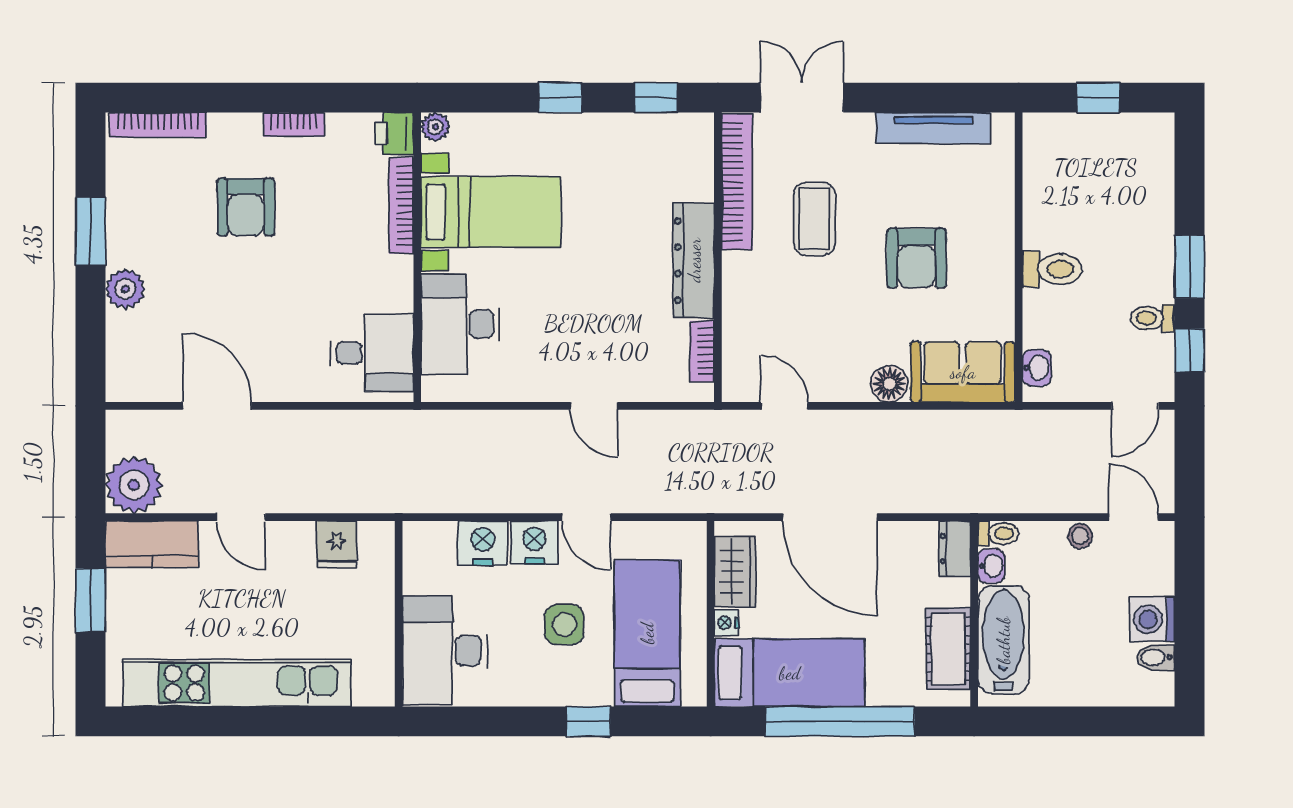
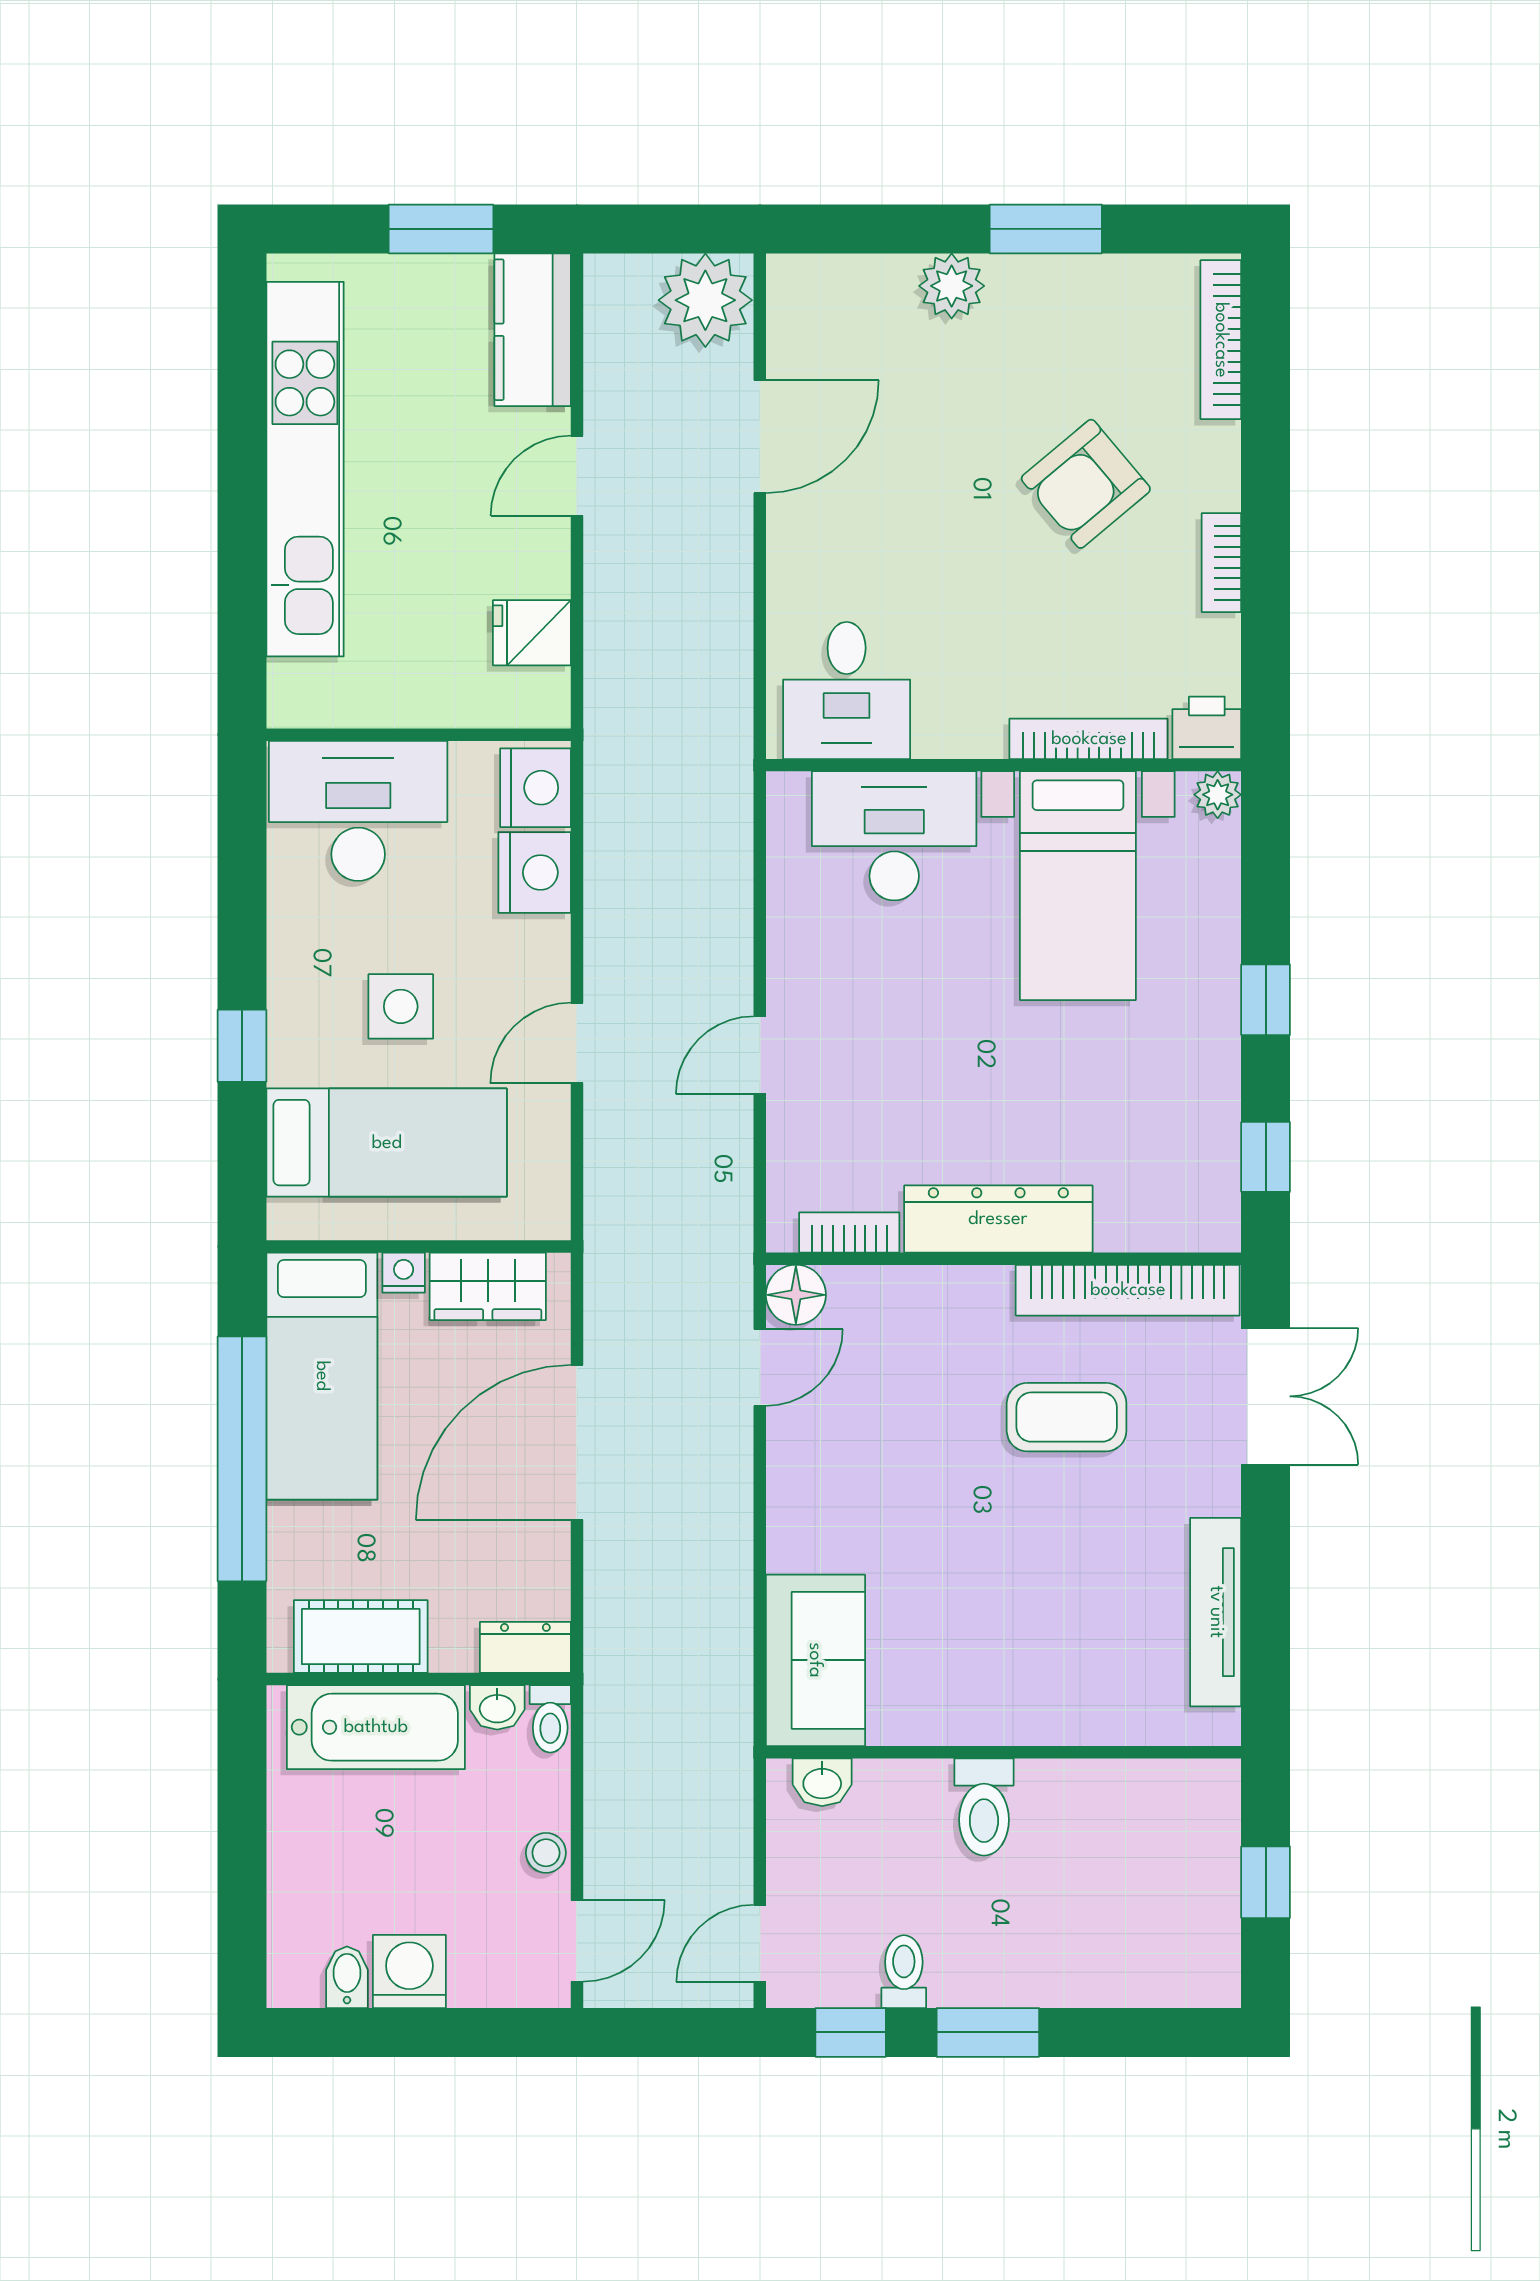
armchair: (246, 207) -> (1086, 484), turned -40
armchair: (917, 258) -> (1002, 1585), removed
floor lamp: (889, 384) -> (796, 1295), moved
door: (1135, 406) -> (760, 1943), hinge flipped
plant: (134, 485) -> (705, 300), moved
nightstand: (534, 542) -> (536, 788), moved

